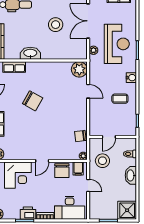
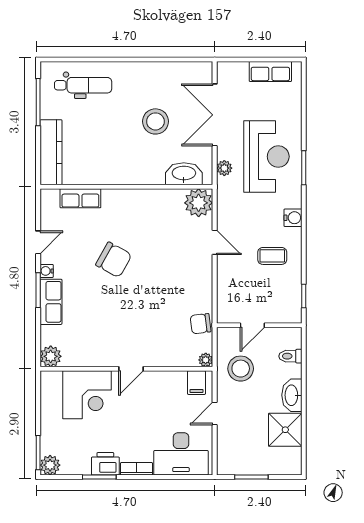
washbasin: (30, 53) -> (184, 174), moved
chair: (62, 171) -> (167, 386), removed
door: (88, 186) -> (215, 414), swing flipped
shower: (127, 210) -> (285, 430), moved

